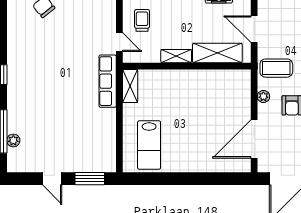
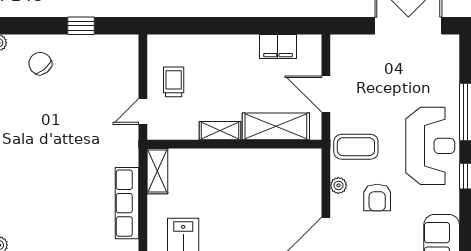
door: (119, 42) -> (143, 111), swing flipped
row of seats: (108, 81) -> (127, 203), moved

